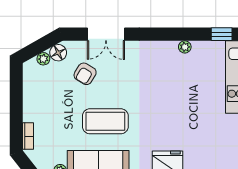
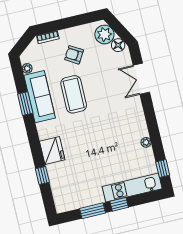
plant: (43, 59) -> (104, 34), width x1.88, depth x1.88
armchair: (85, 74) -> (74, 55), moved

